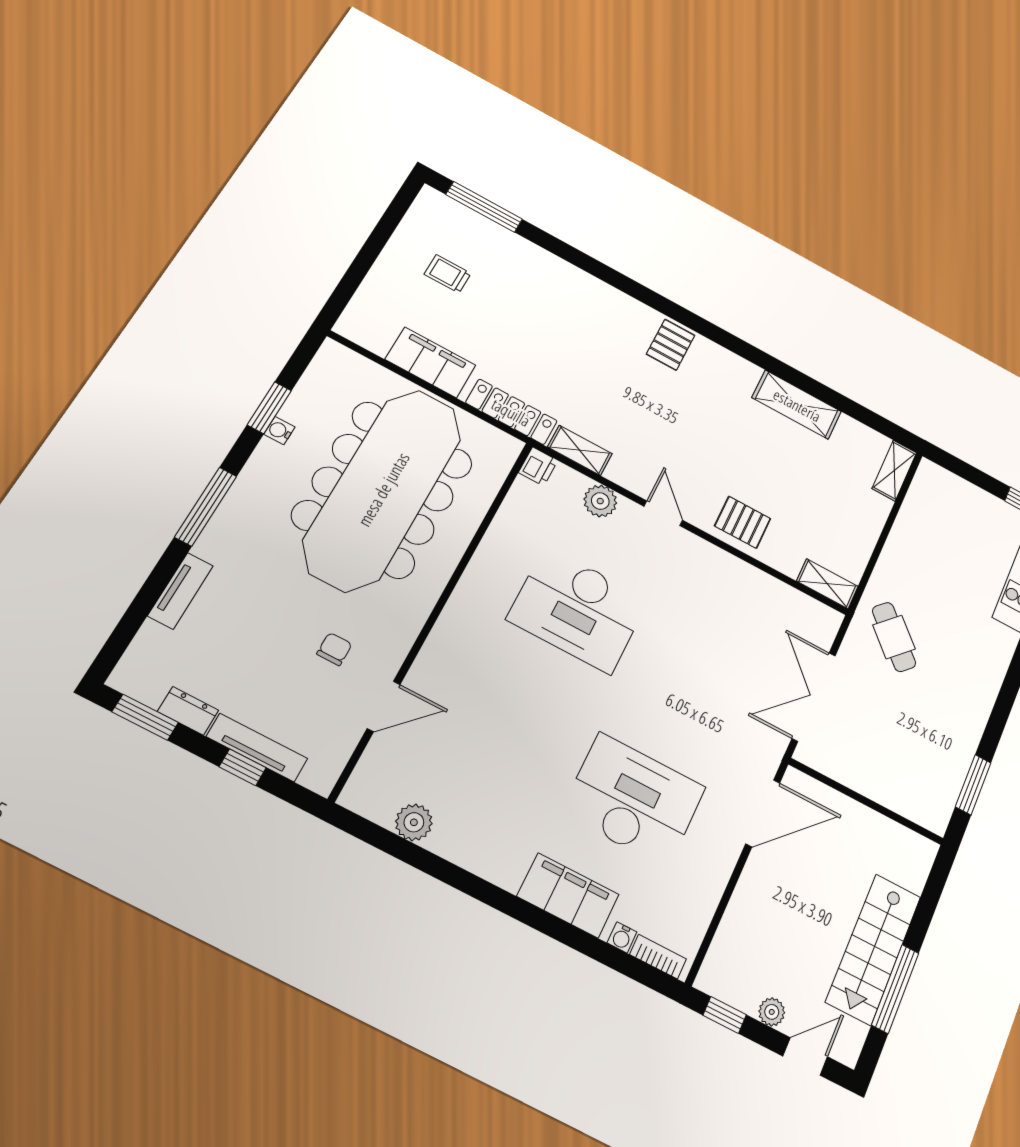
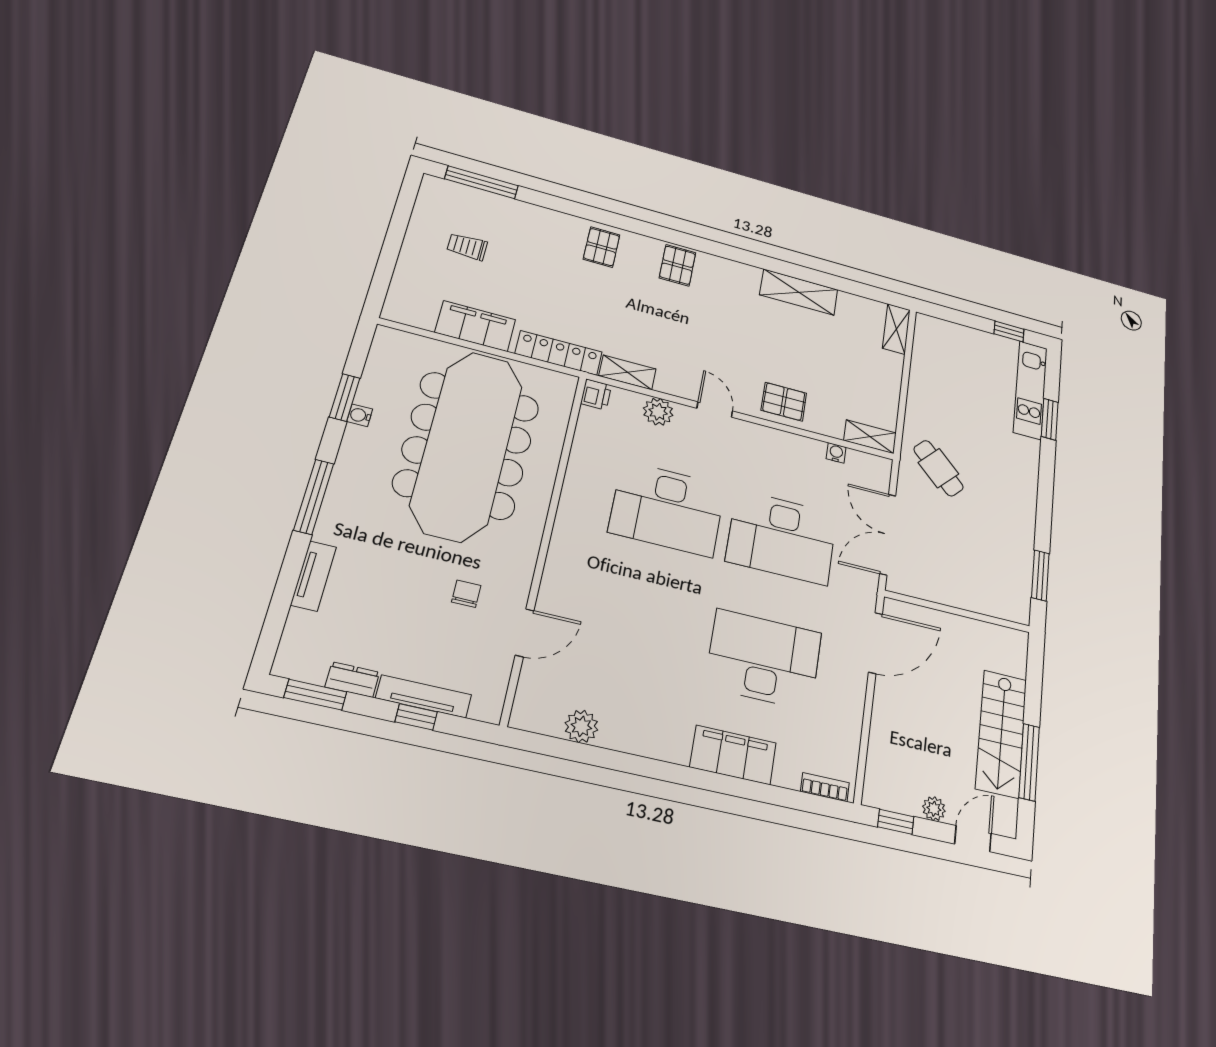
pallet: (593, 306) -> (602, 247), added
desk: (694, 671) -> (782, 537), added
water cooler: (622, 937) -> (836, 453), moved, turned 180

